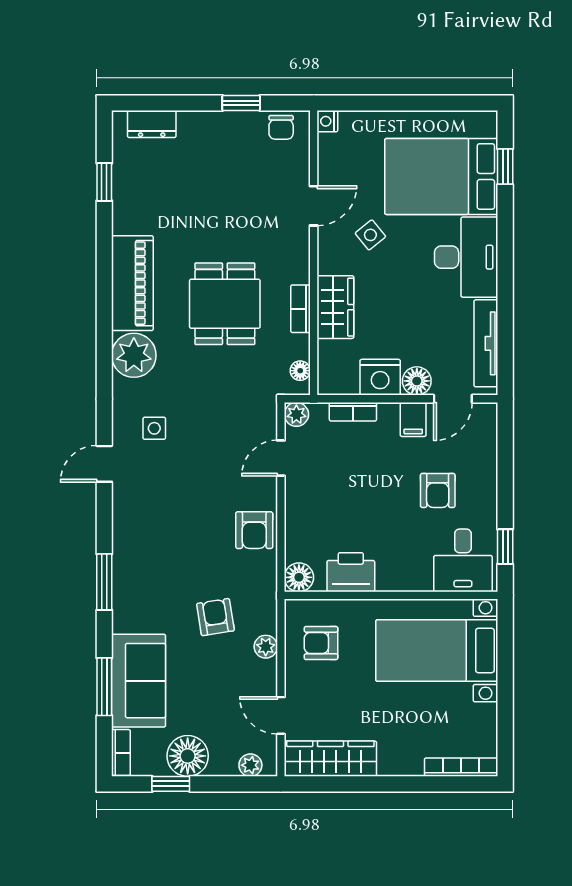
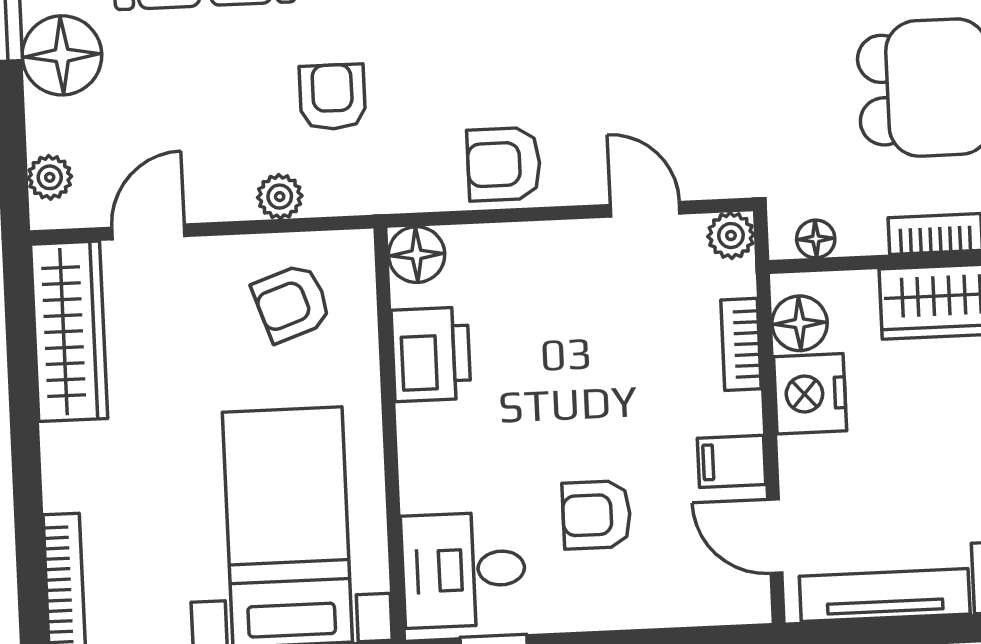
floor lamp: (417, 381) -> (800, 323), moved
armchair: (215, 617) -> (332, 97), turned -81
armchair: (321, 643) -> (292, 303), turned -109

